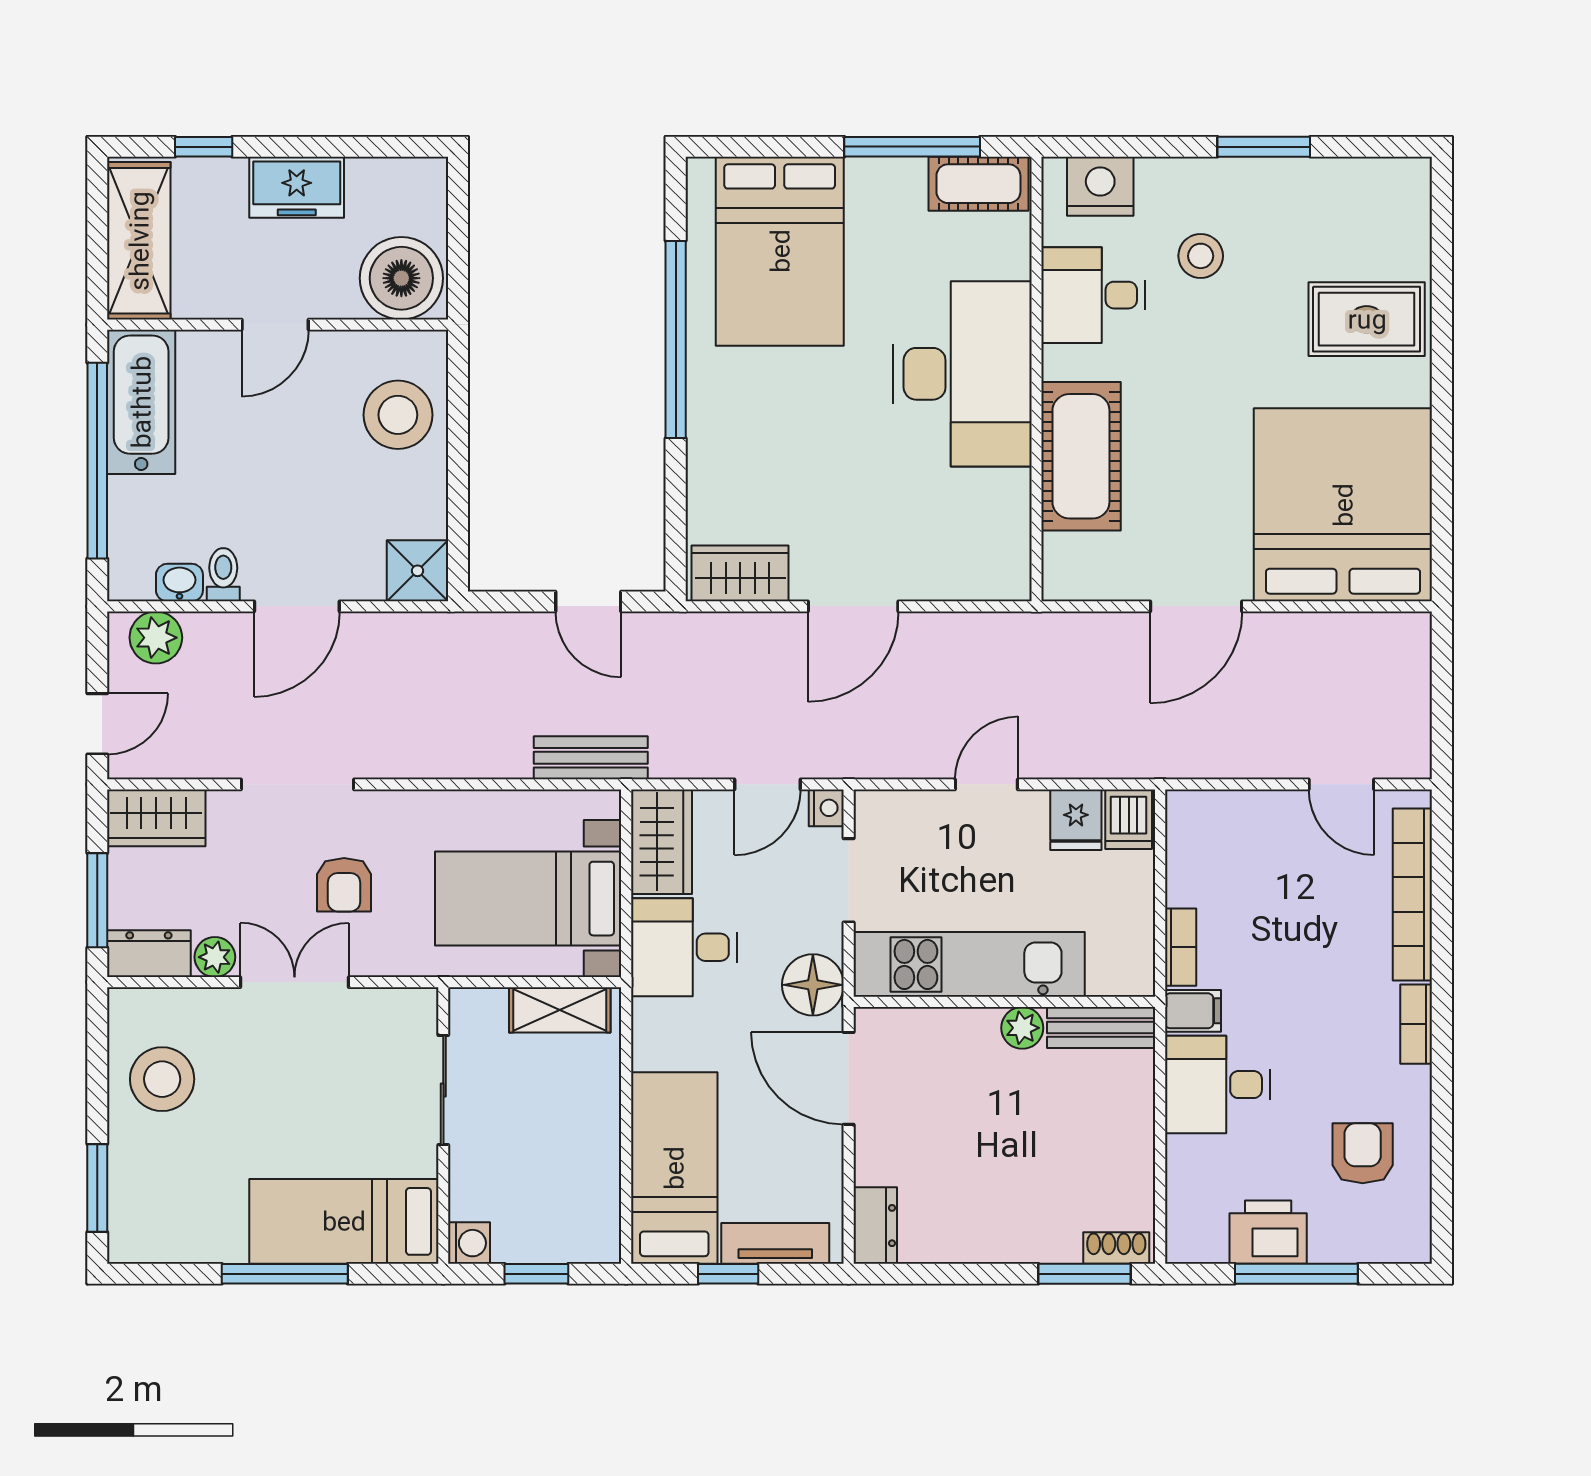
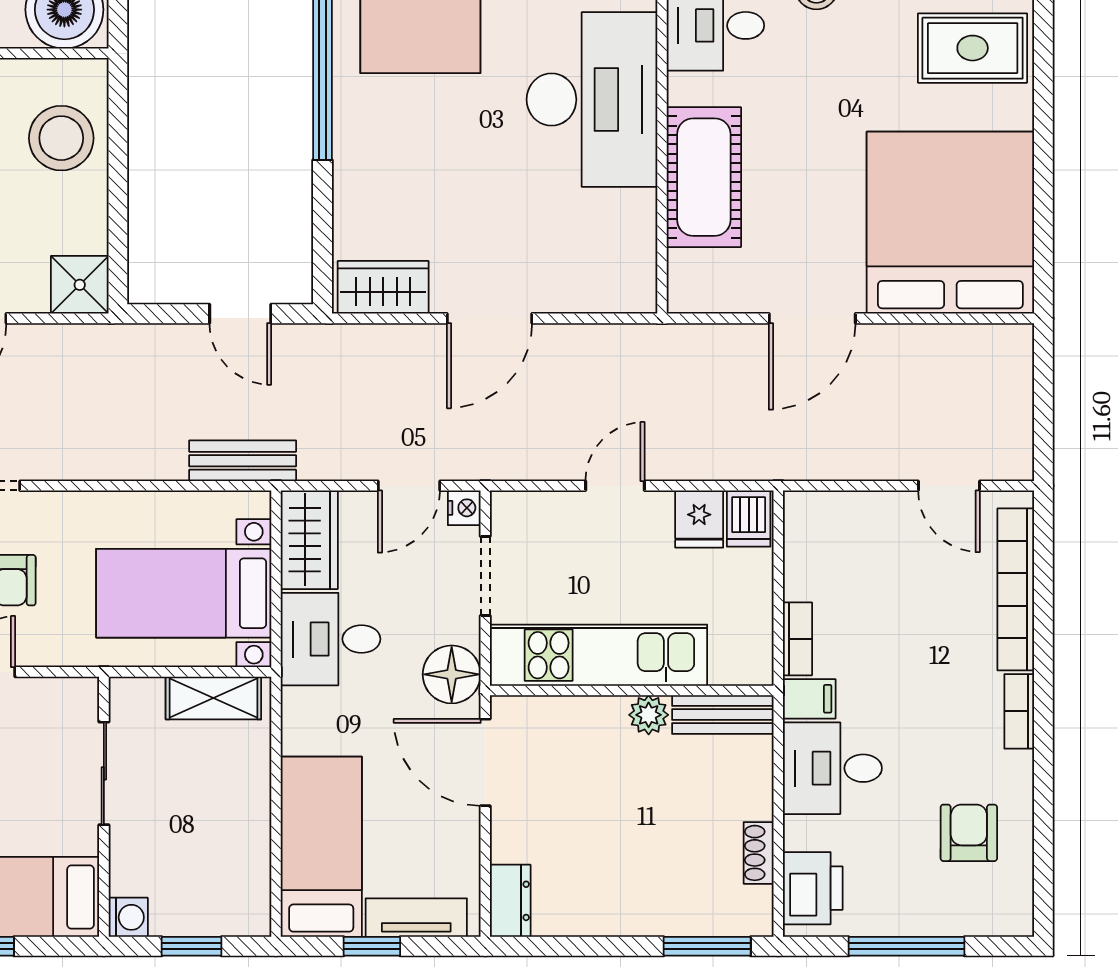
printer: (1268, 1232) -> (813, 888), moved, turned 90
shoe rack: (1116, 1248) -> (759, 853), moved, turned -90

